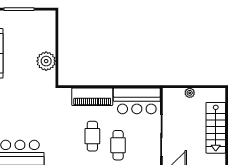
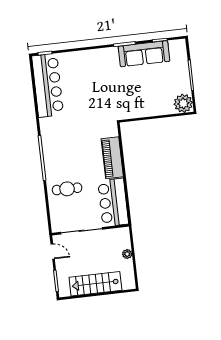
plant: (46, 61) -> (183, 103), moved
cafe table: (92, 136) -> (73, 162), removed

